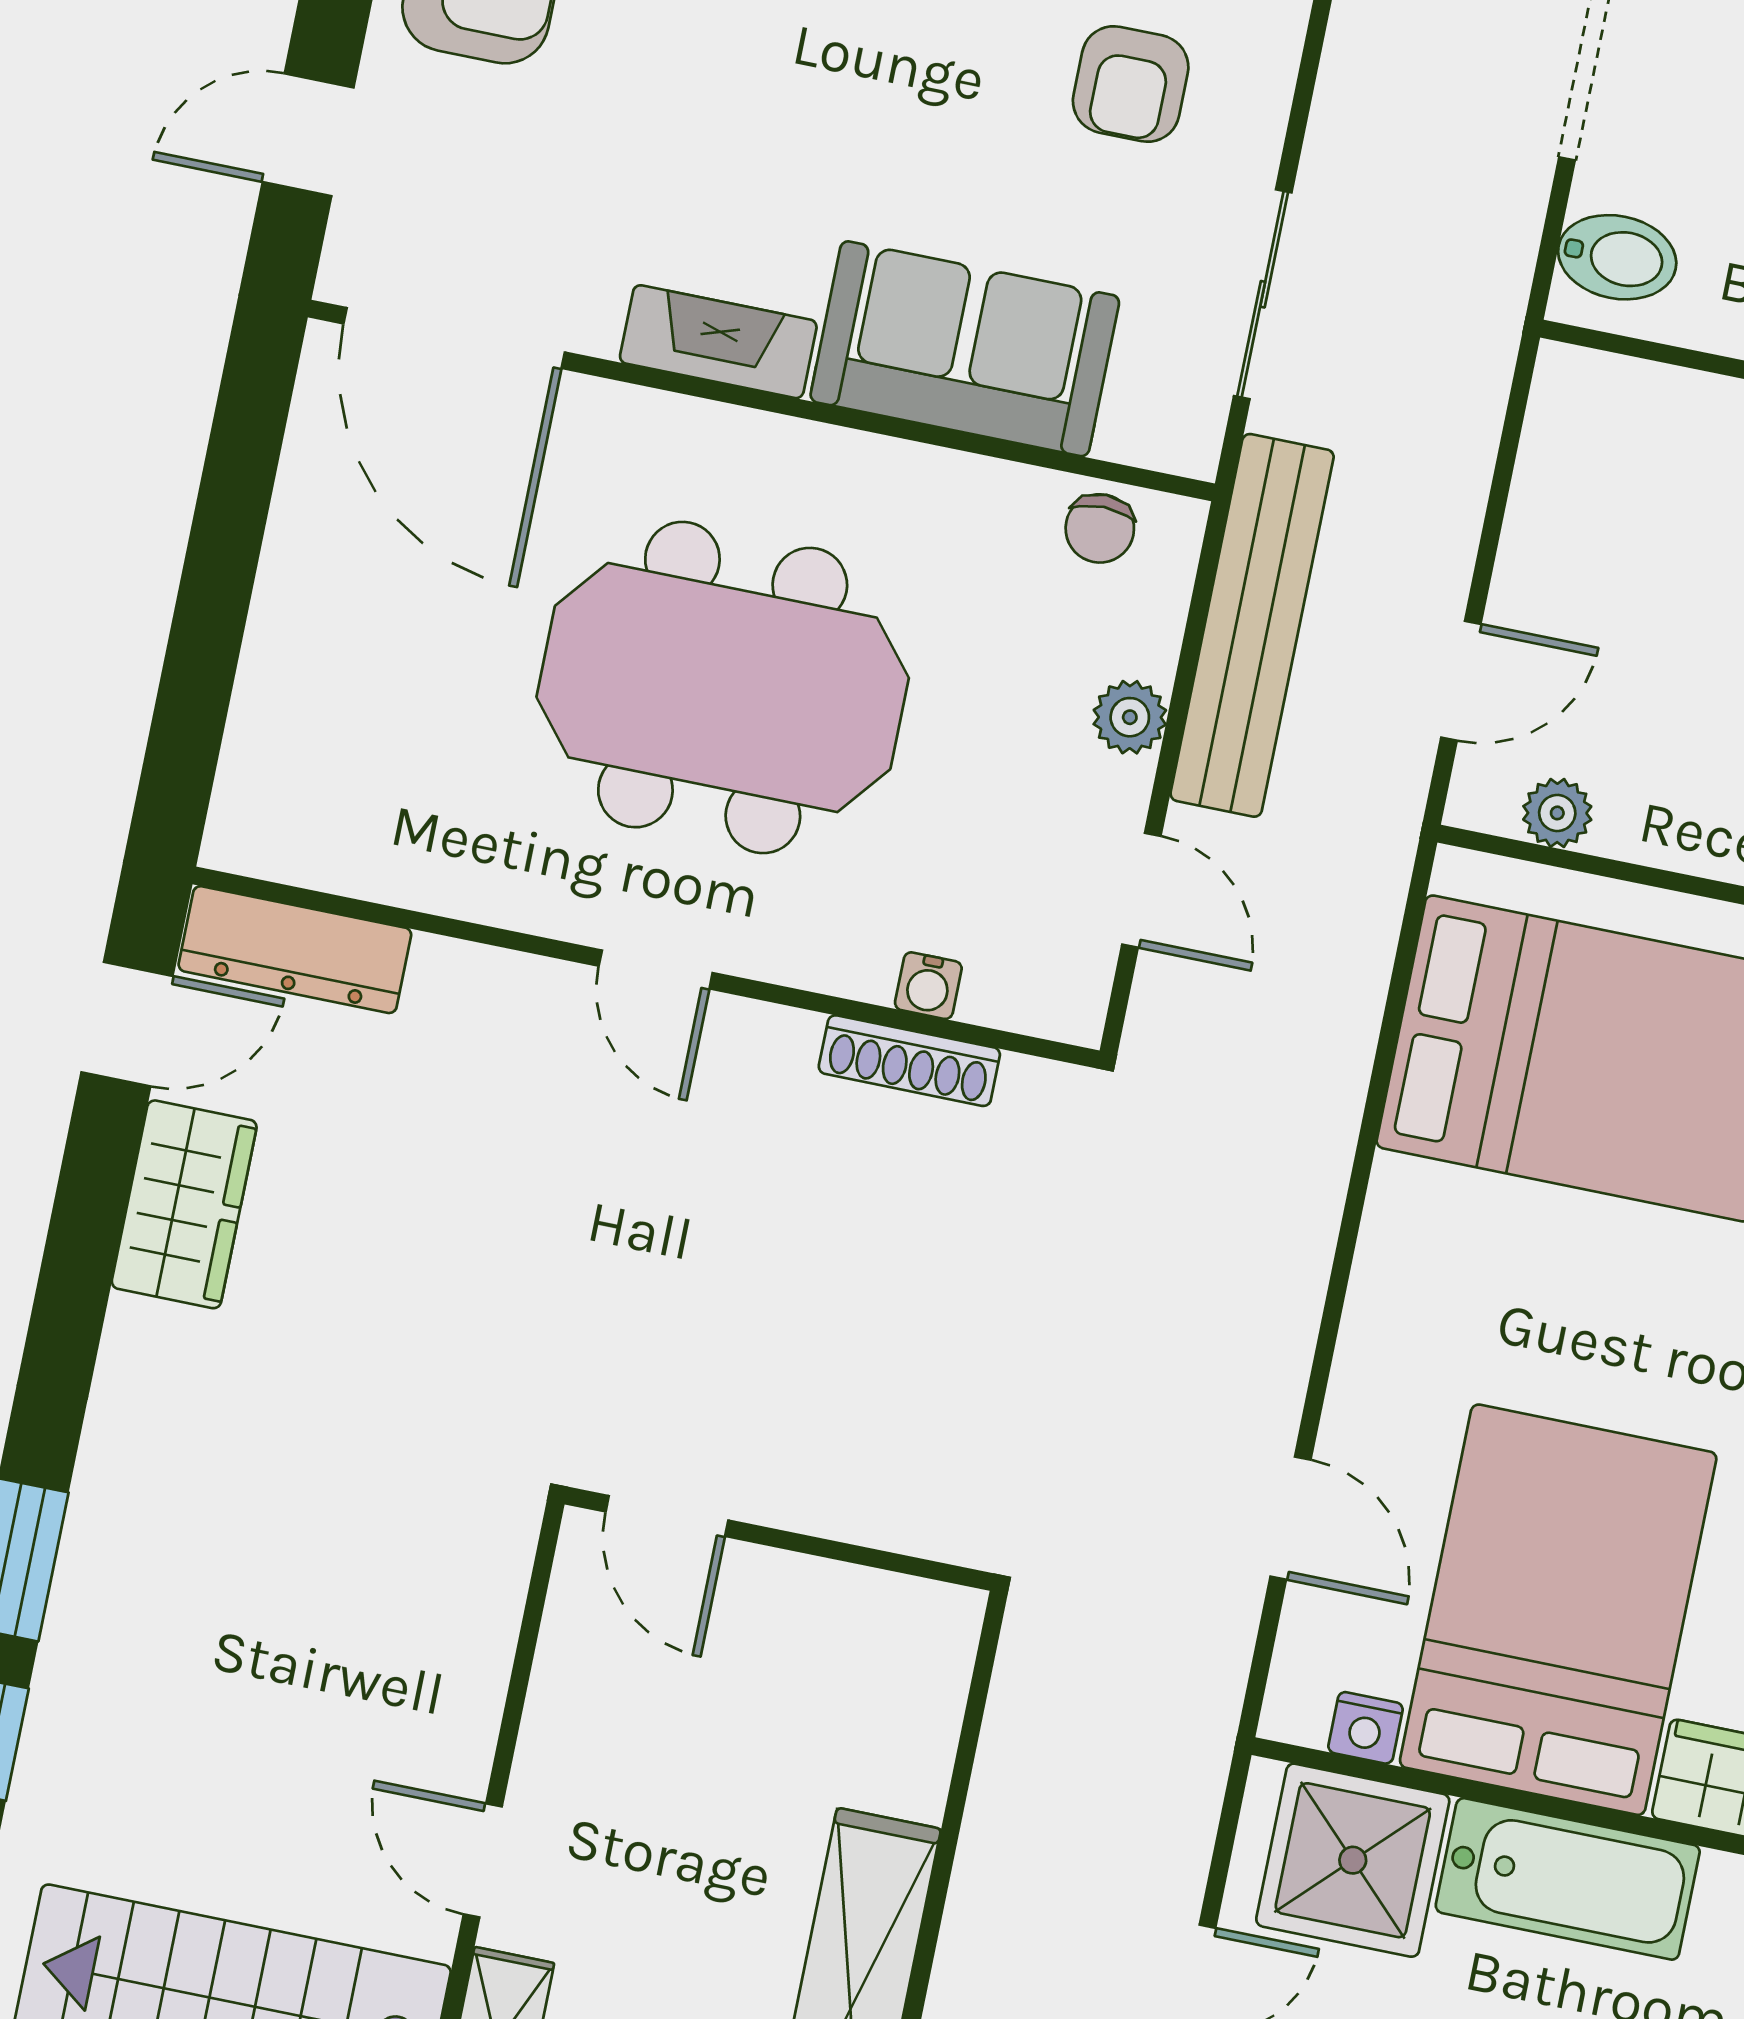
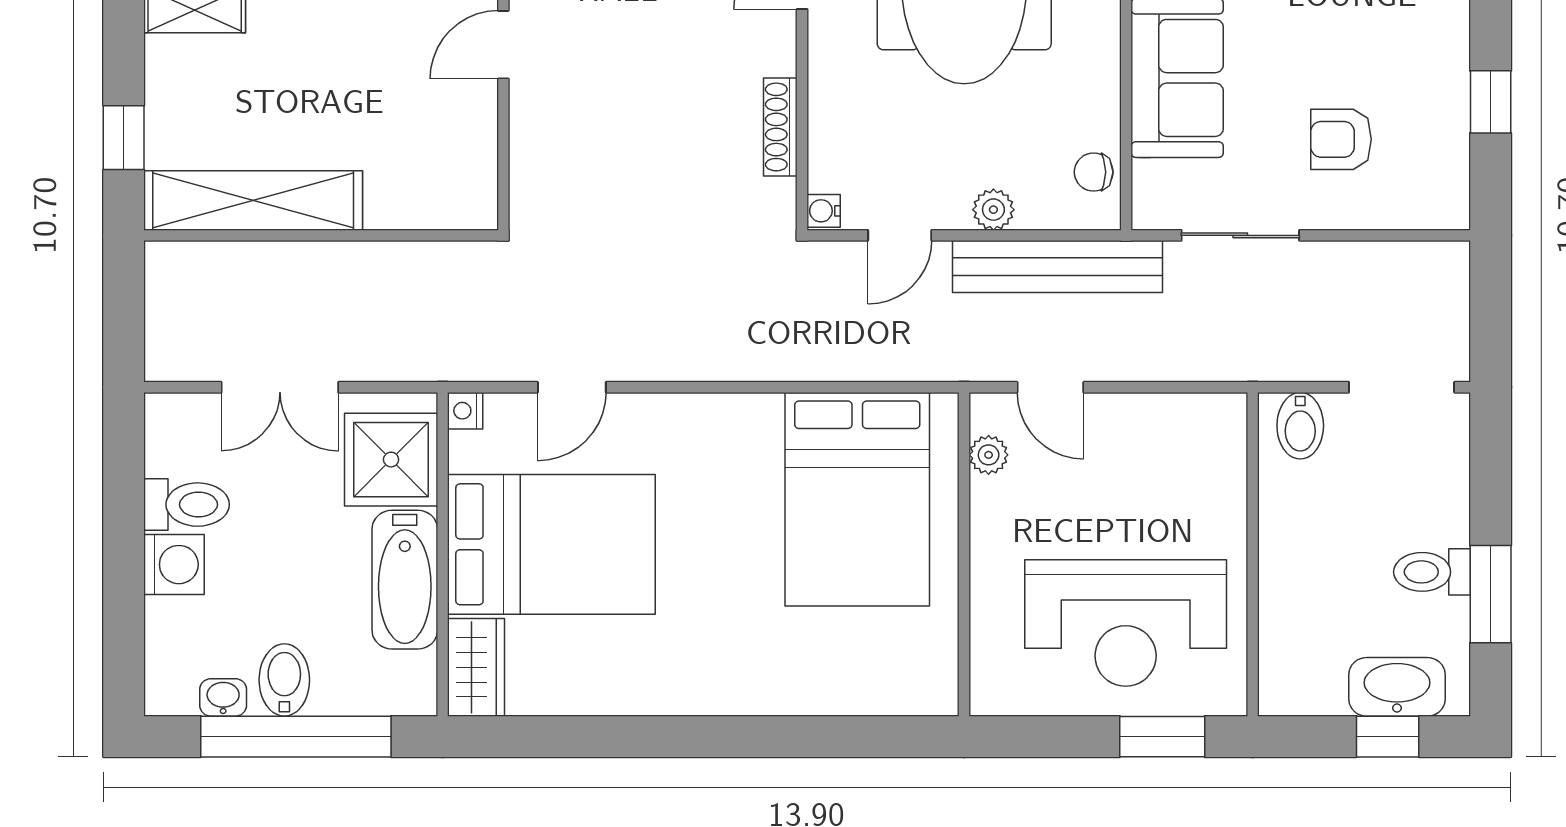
water cooler: (928, 986) -> (824, 211), moved
nightstand: (1365, 1728) -> (465, 411), moved

